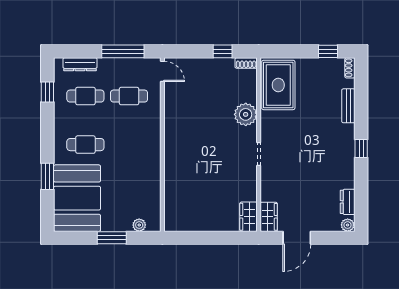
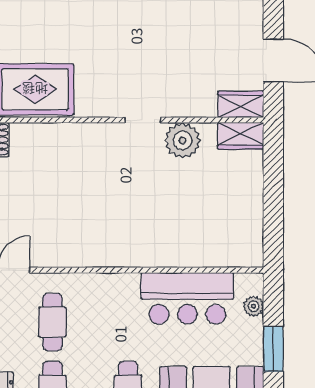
plant: (246, 114) -> (182, 140), moved
bar counter: (144, 183) -> (187, 298), added

